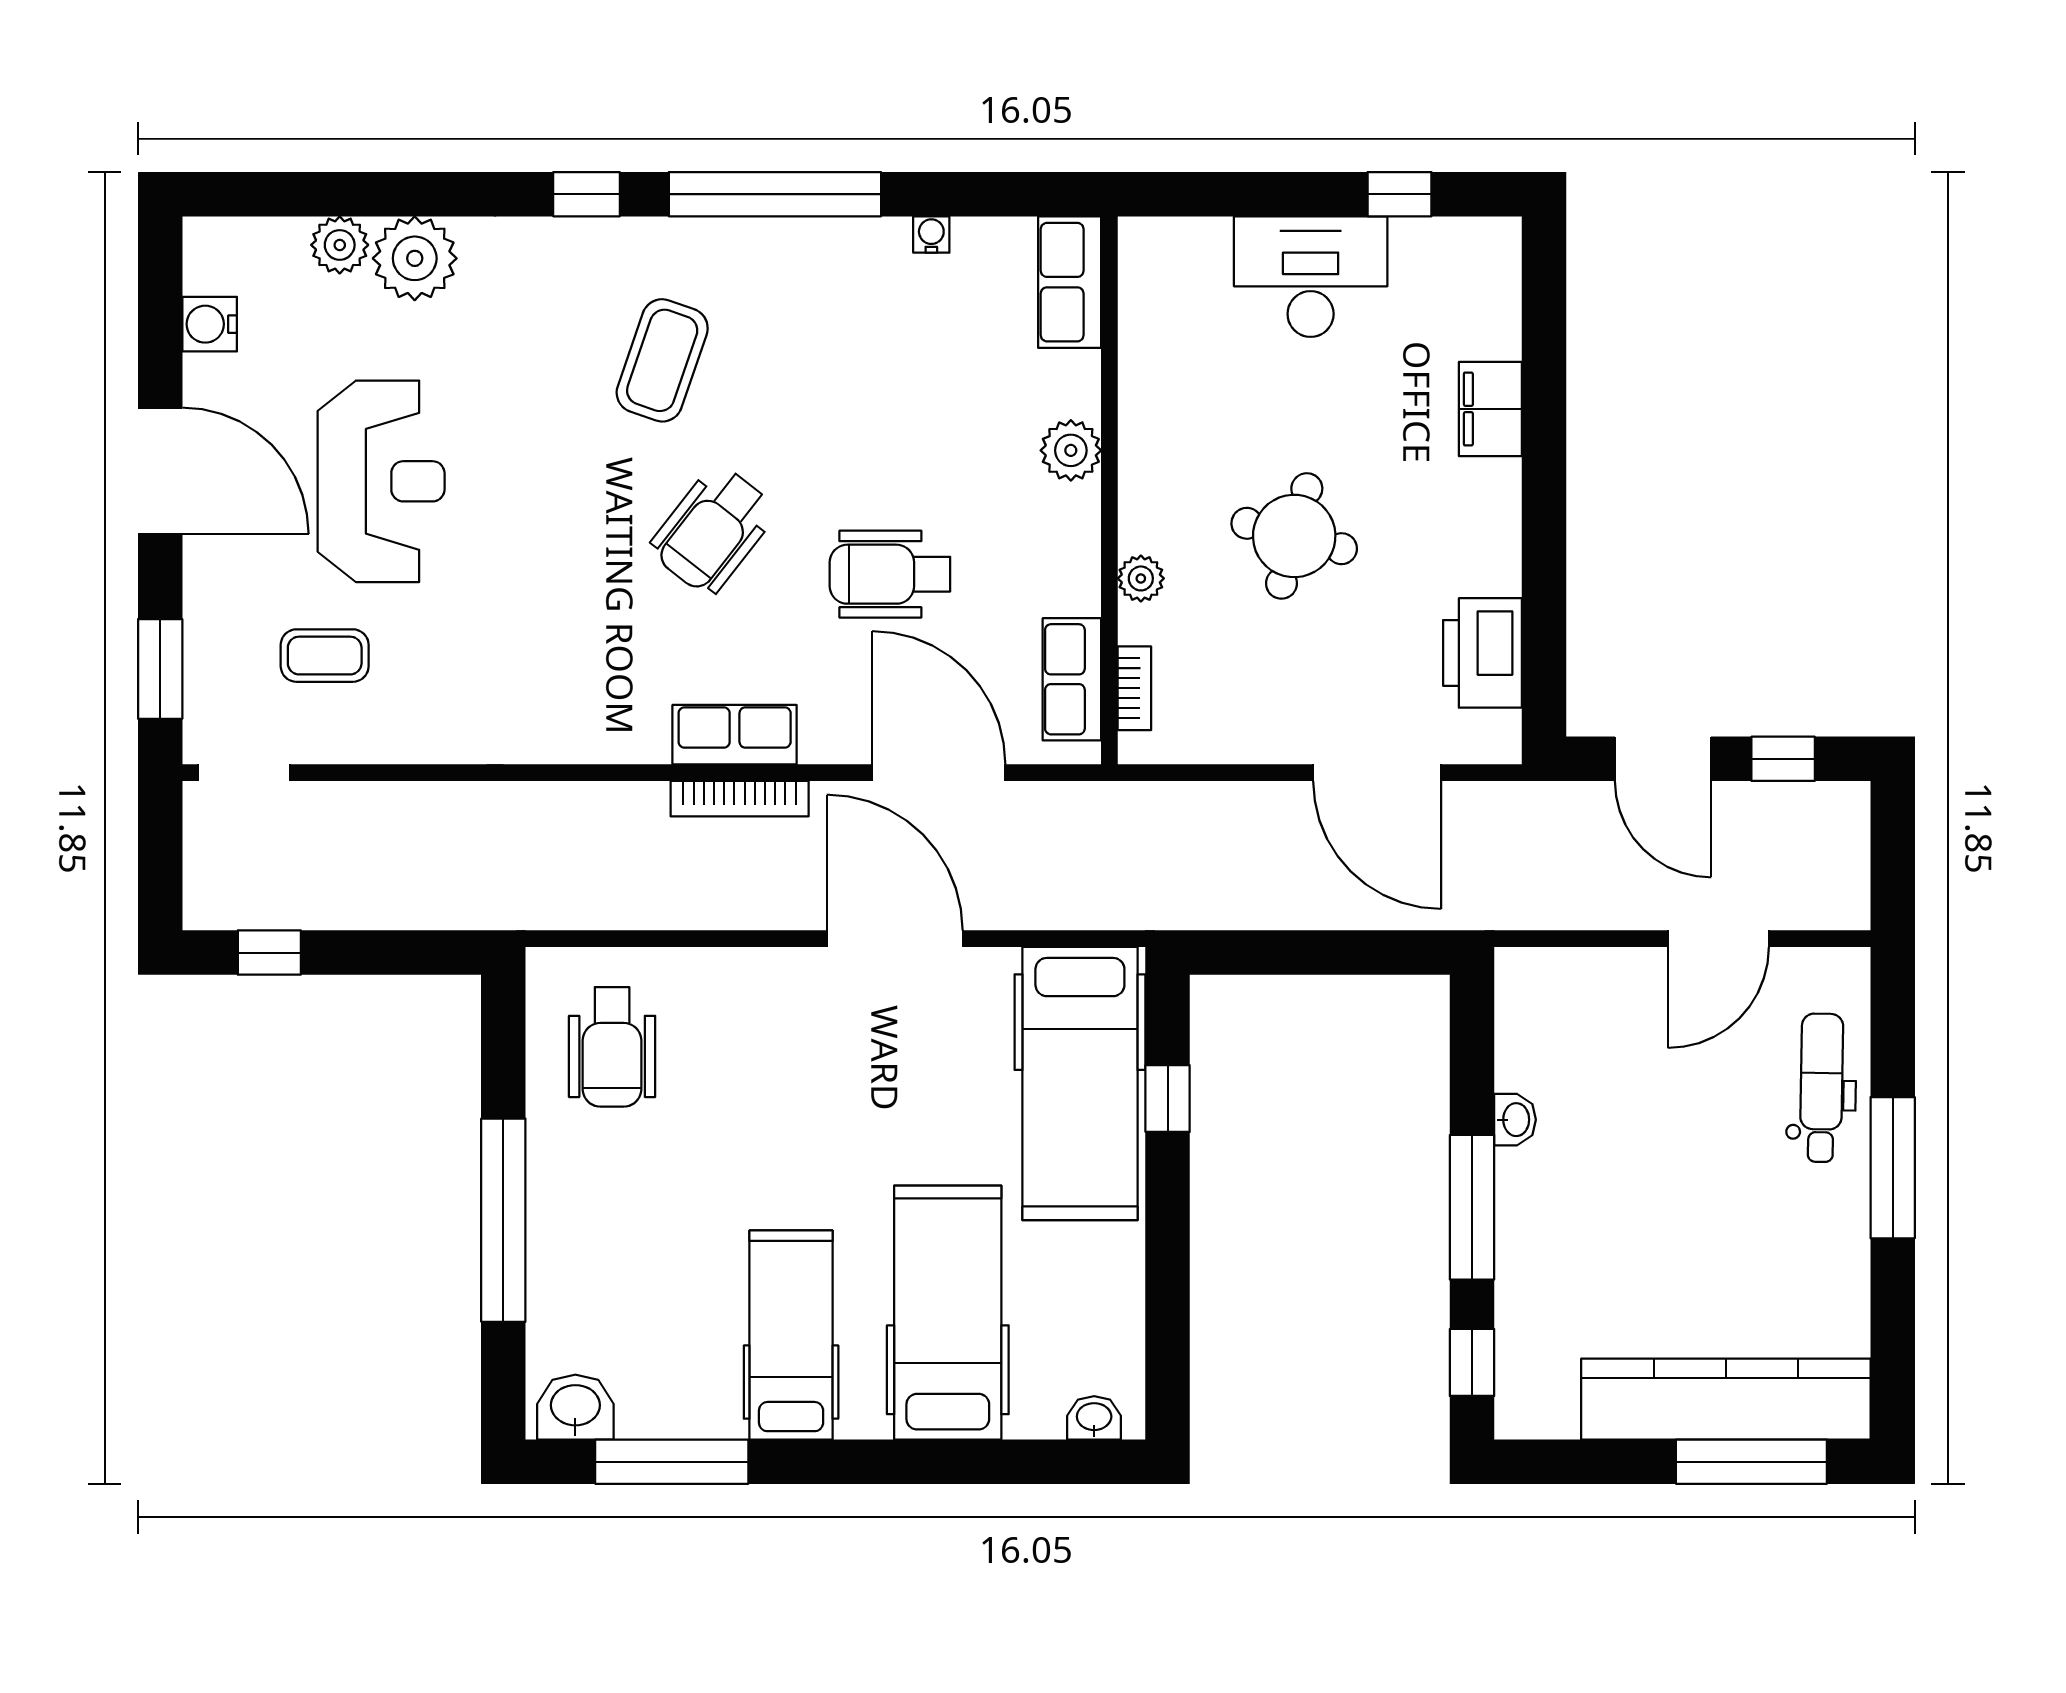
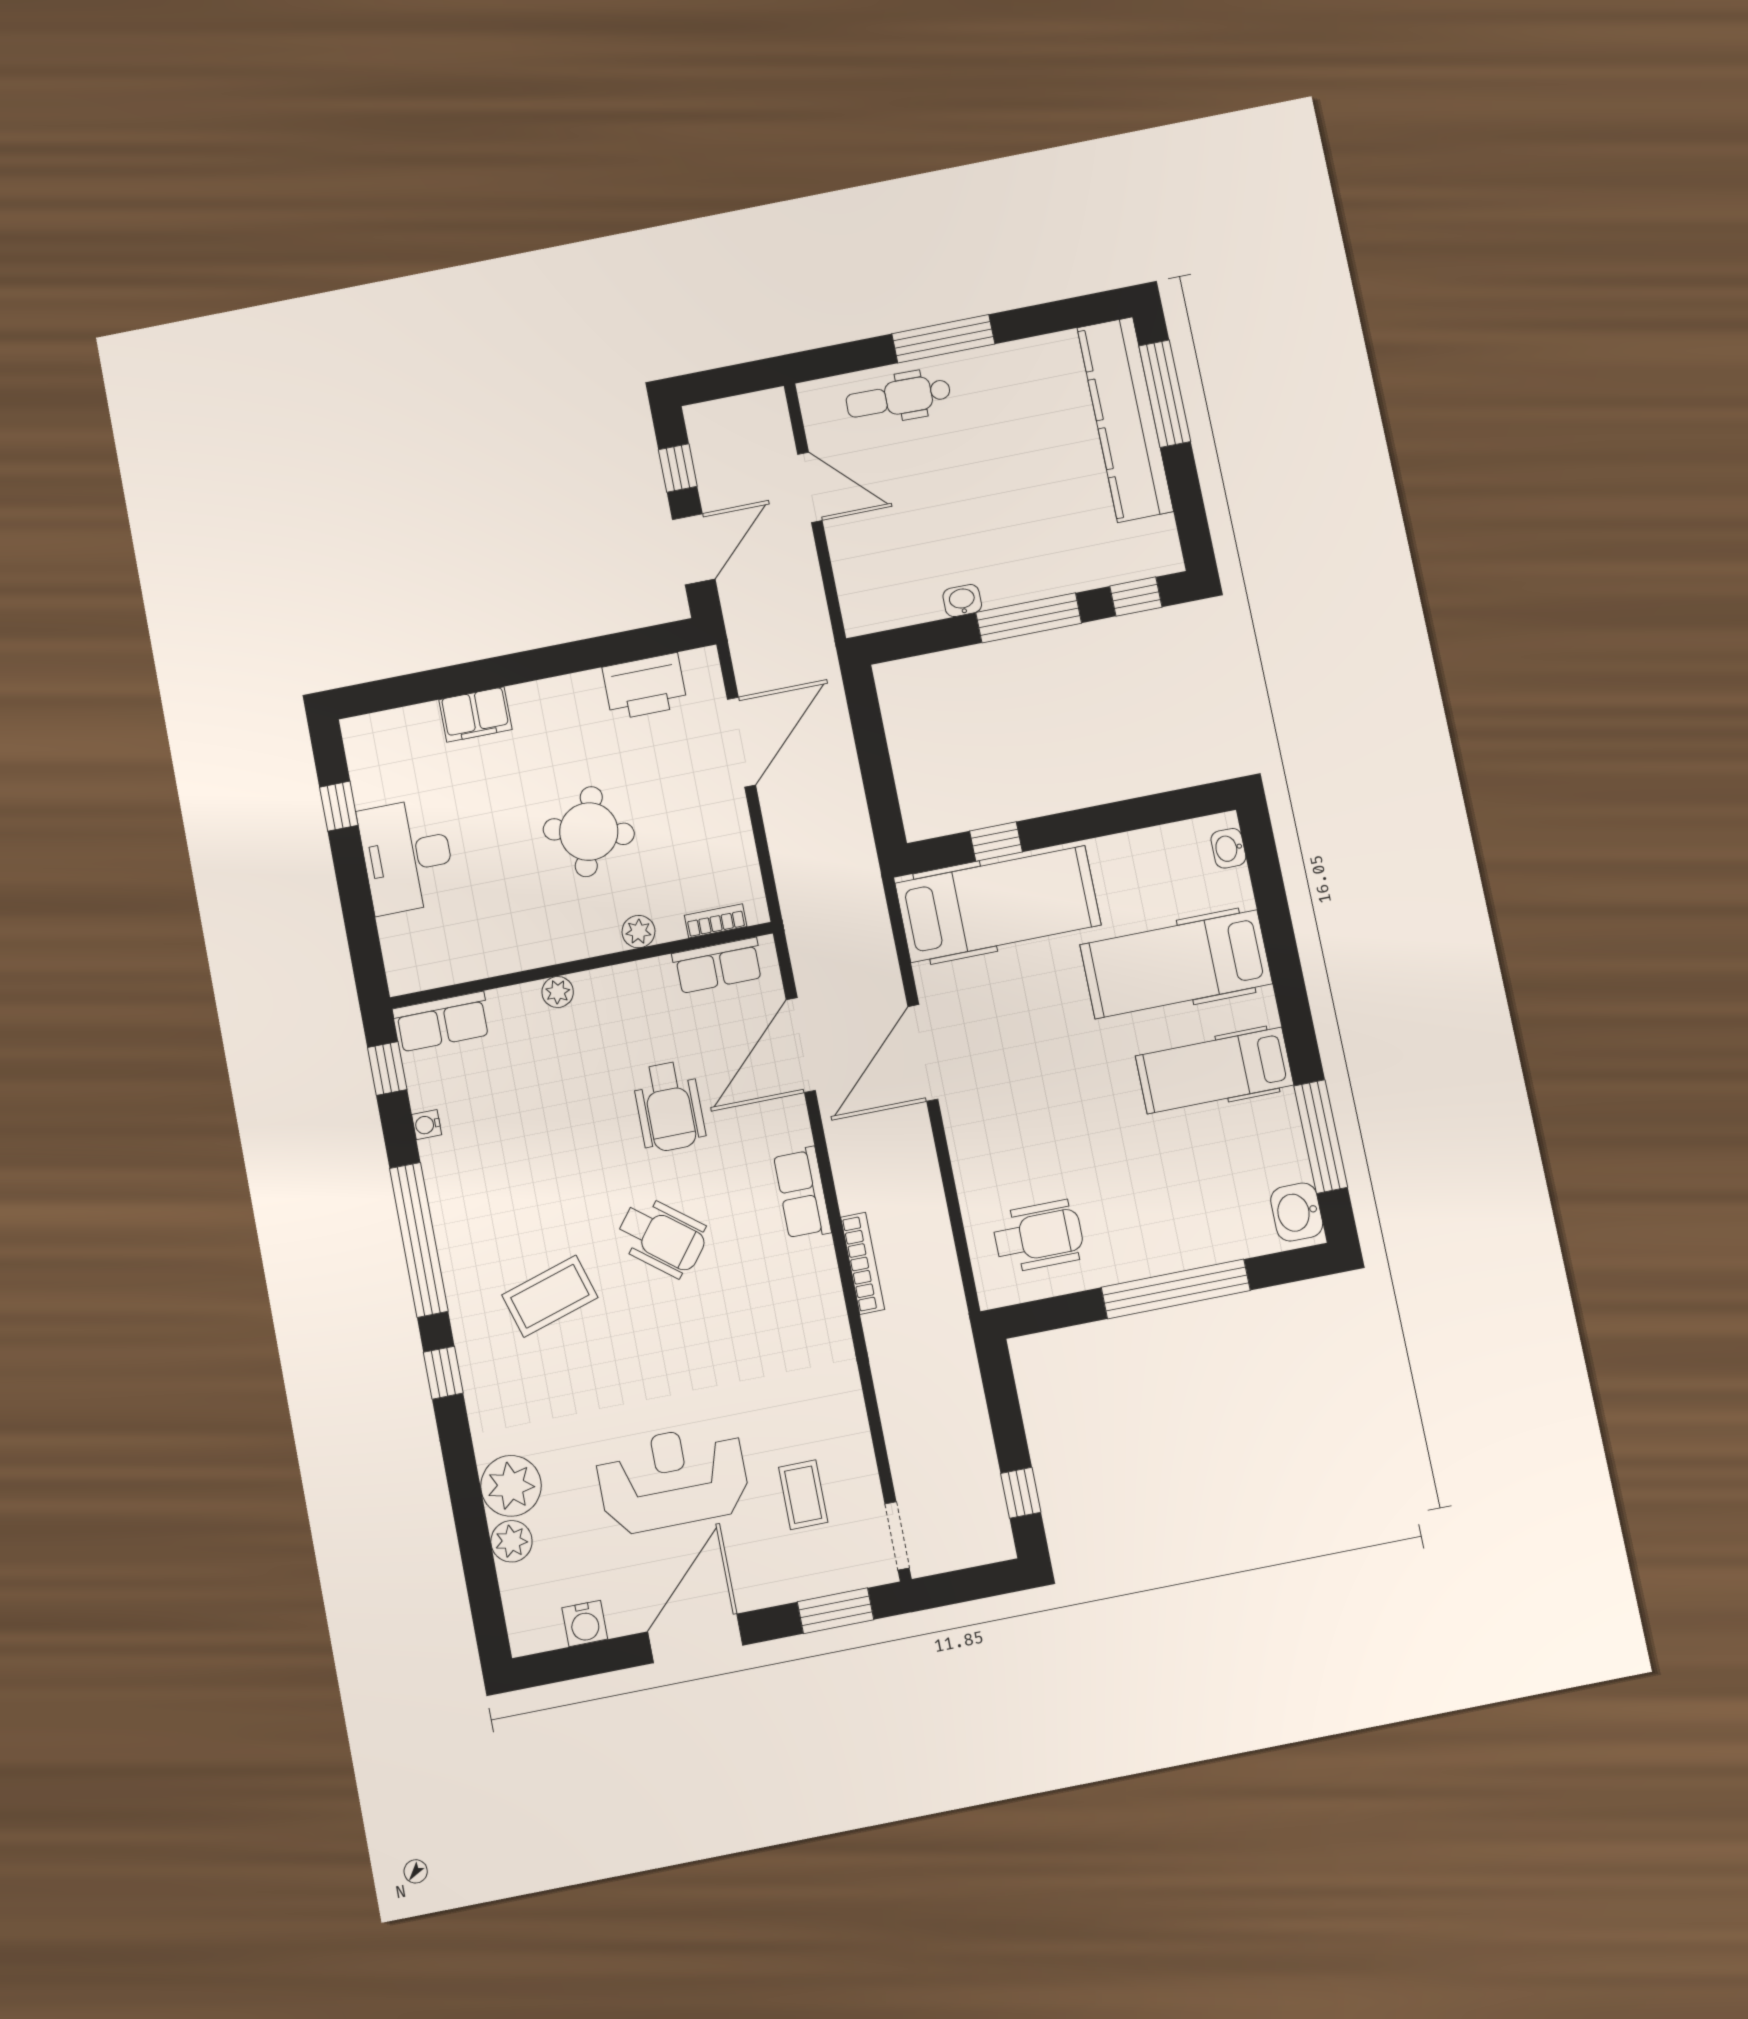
window: (1020, 194) -> (387, 1068), added
coffee table: (662, 360) -> (550, 1296), turned -36
plant: (1071, 450) -> (558, 992), width x0.73, depth x0.73
bookcase: (740, 799) -> (863, 1263), moved

